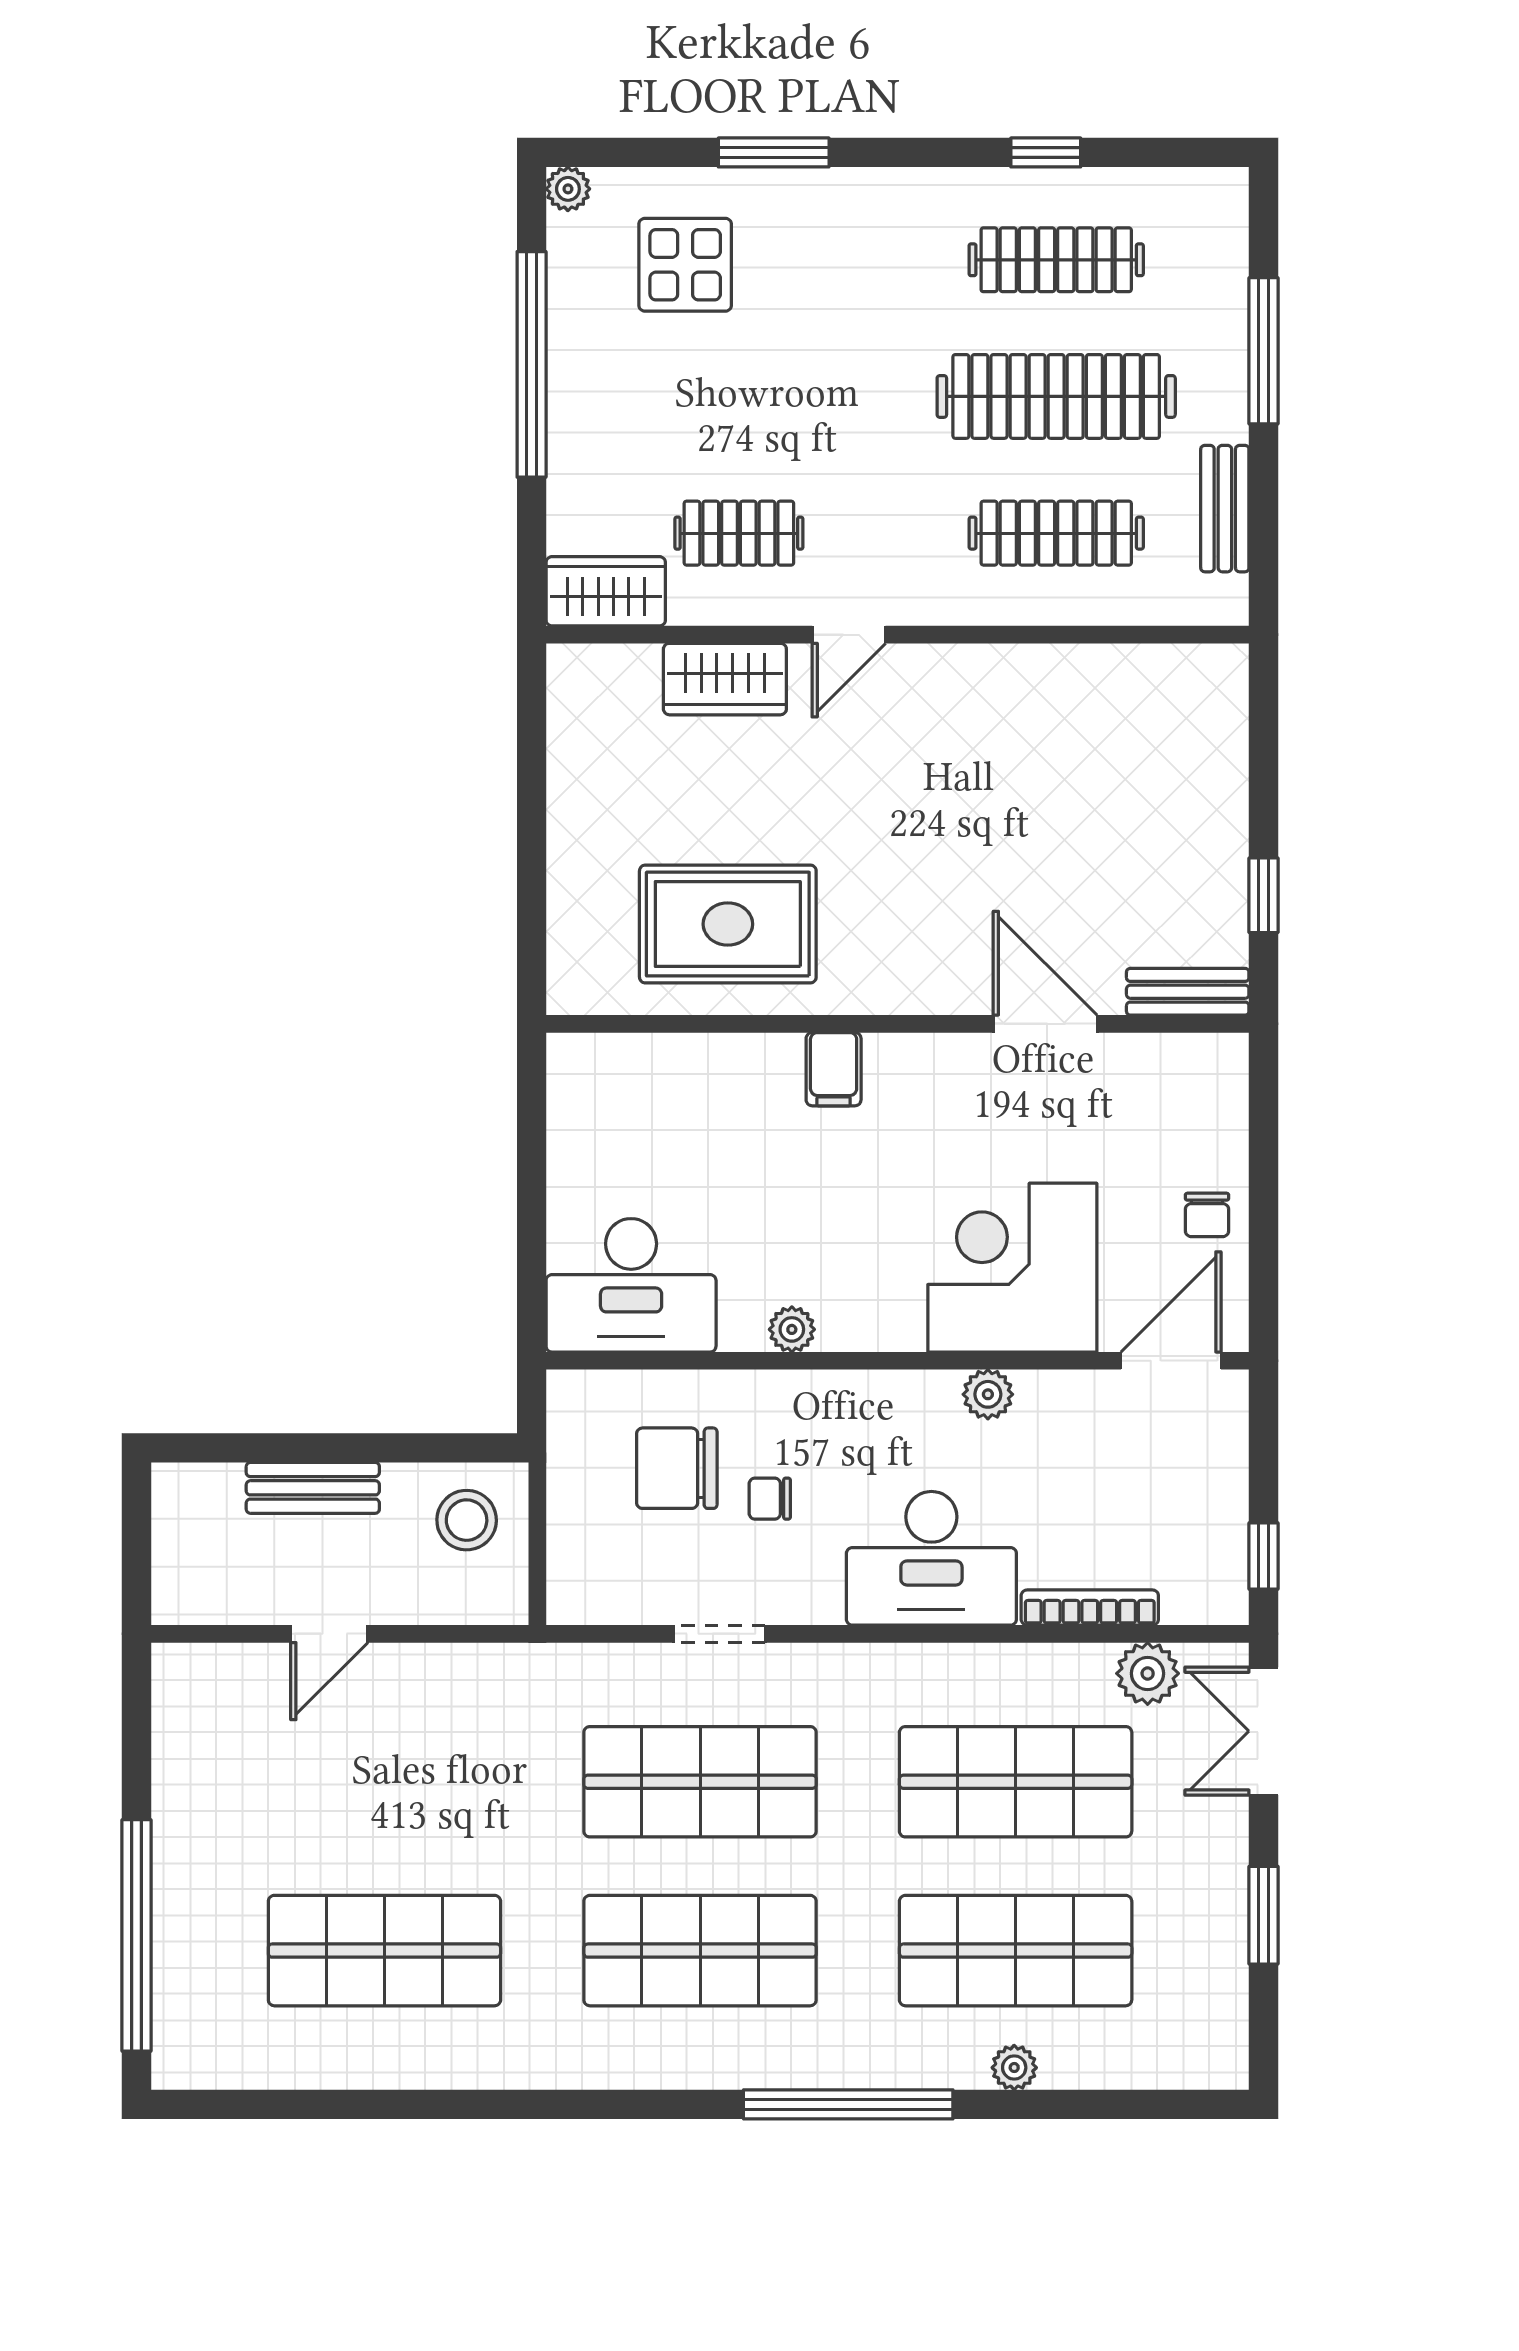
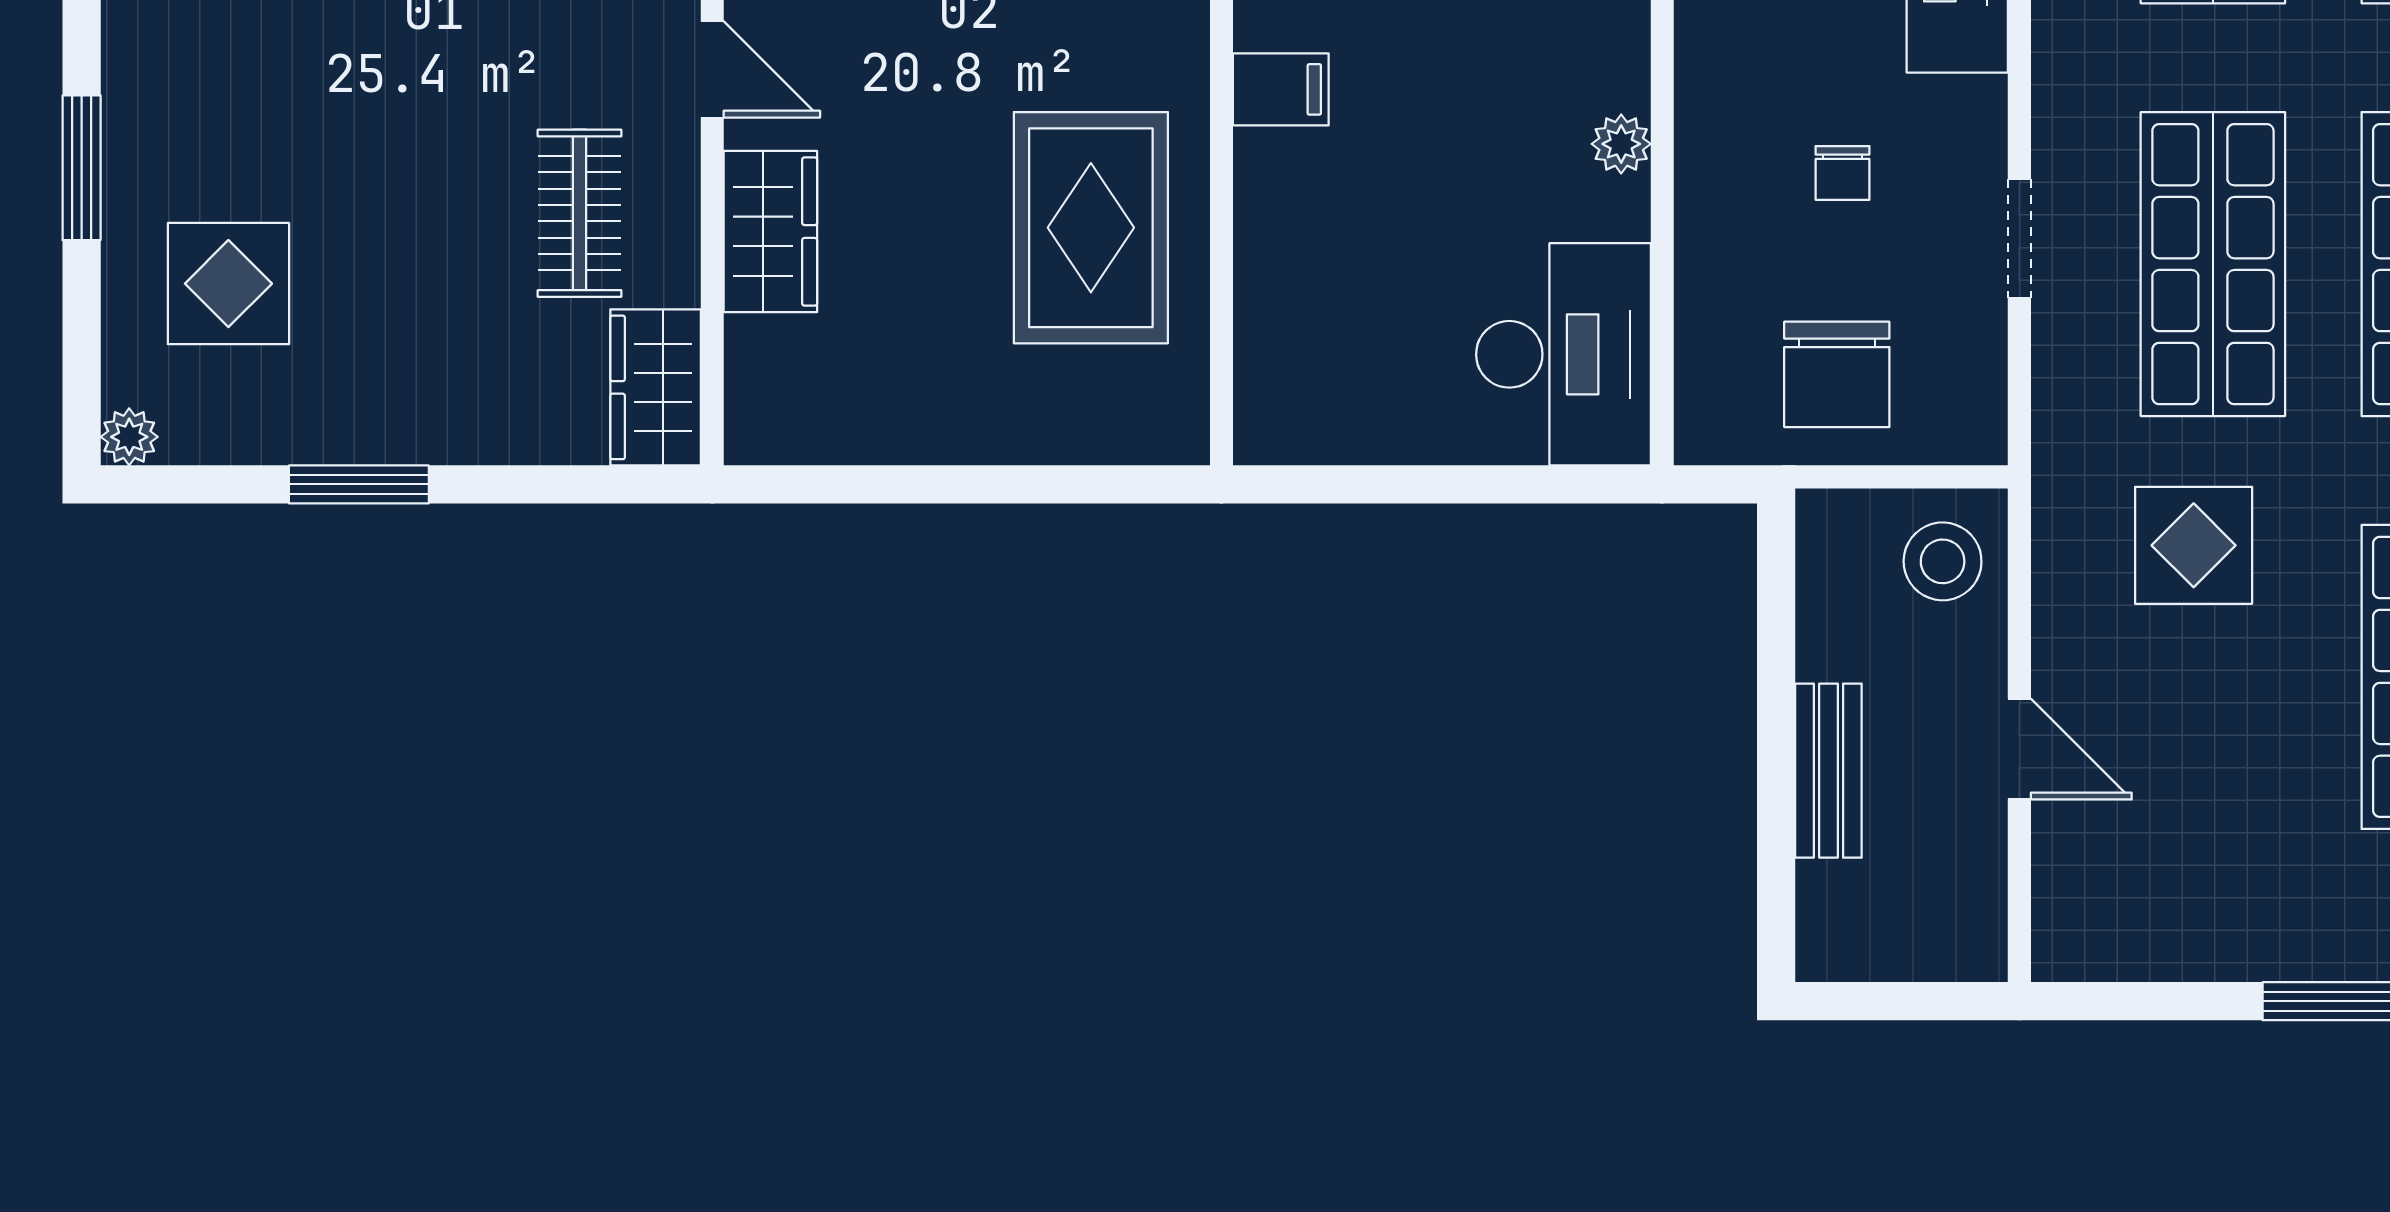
window: (532, 364) -> (359, 484), width x0.47
chair: (677, 1468) -> (1837, 374), moved
stool: (467, 1520) -> (1943, 561), moved
display table: (485, 1767) -> (2194, 545), added

